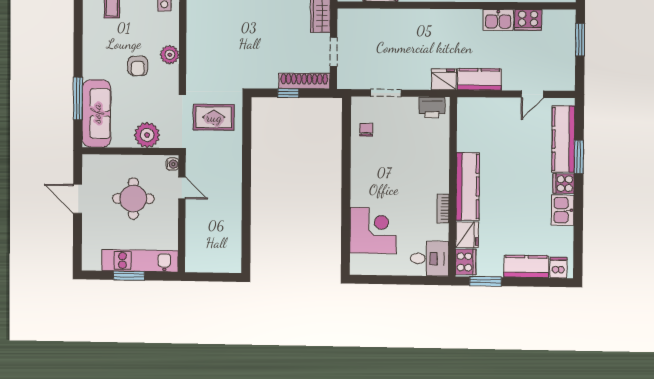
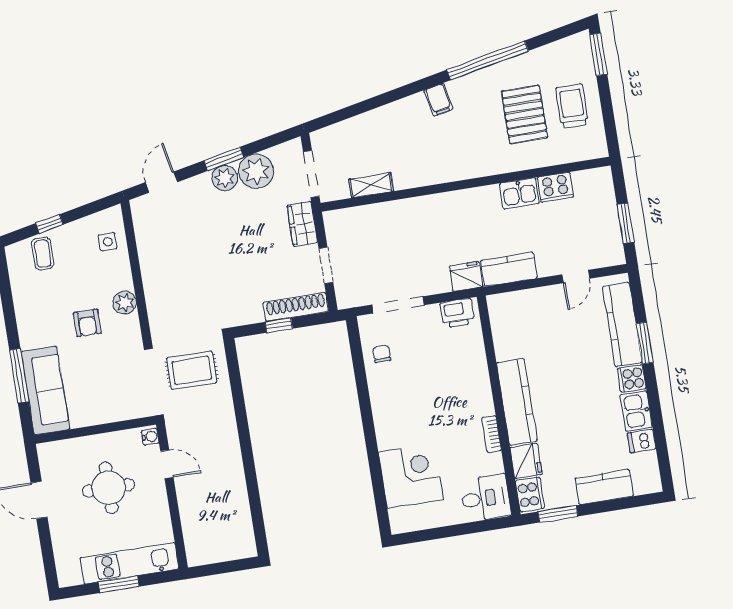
window: (580, 40) -> (625, 223), moved
doorway: (386, 93) -> (398, 305), width x1.38
plant: (147, 135) -> (113, 406), removed
dishwasher: (558, 267) -> (642, 441), moved, turned -90

